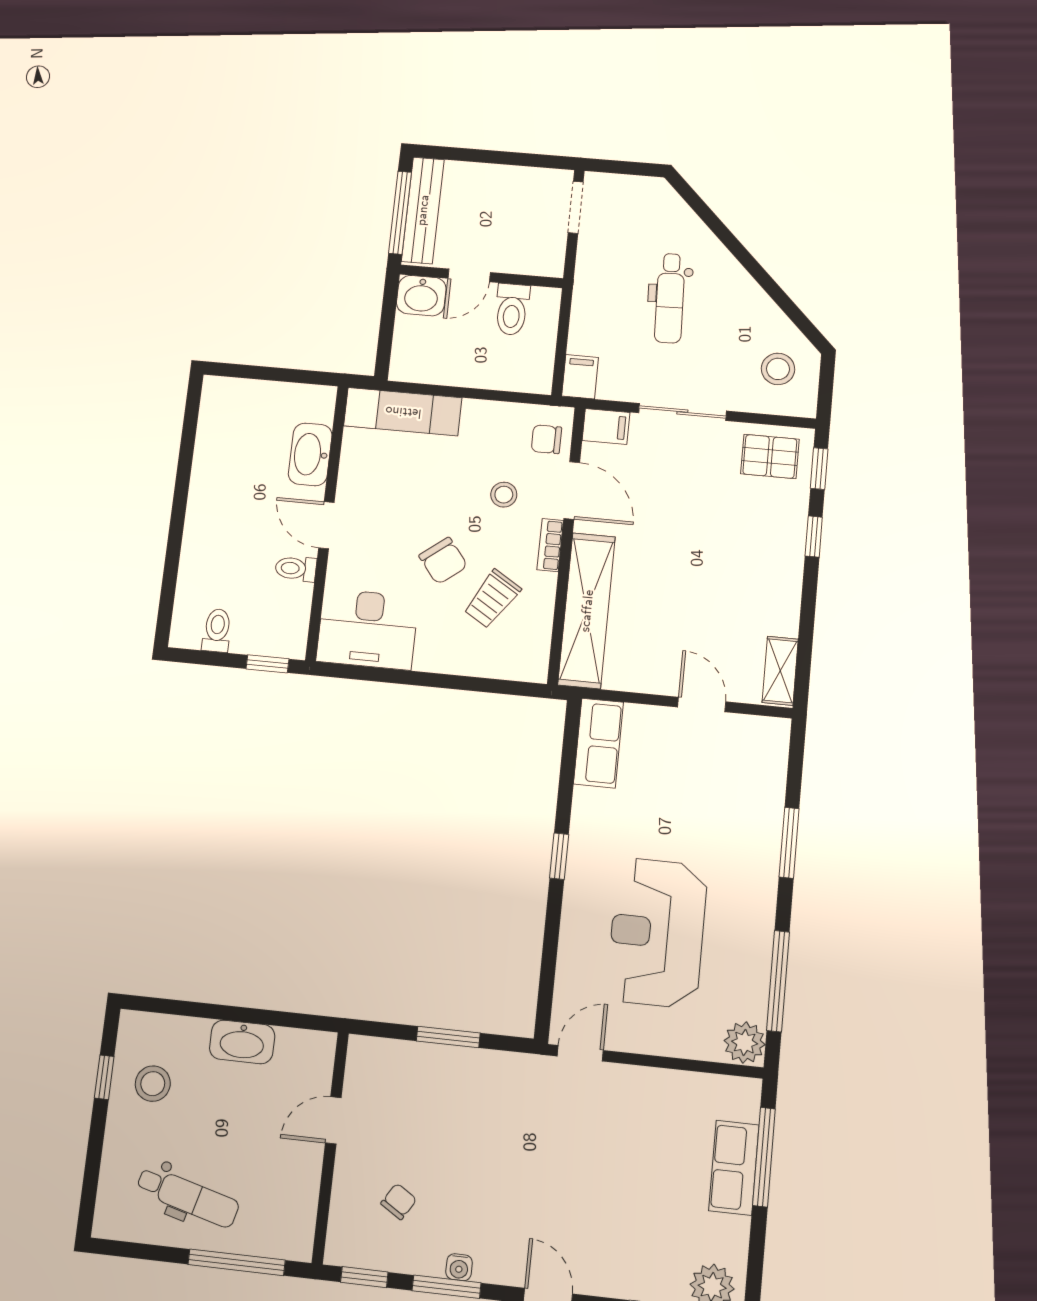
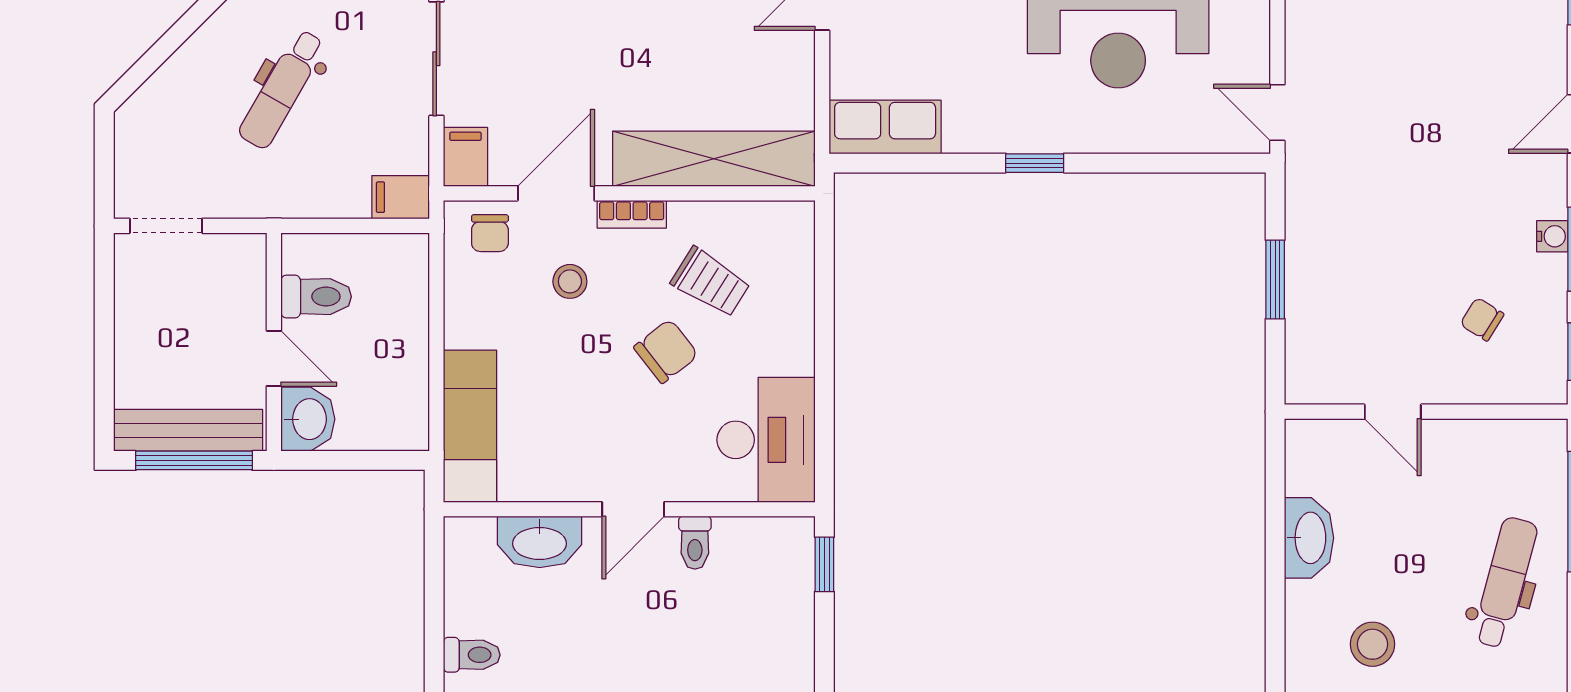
dental chair: (670, 298) -> (282, 89), turned 122
toilet: (217, 630) -> (472, 655), moved, turned 180

